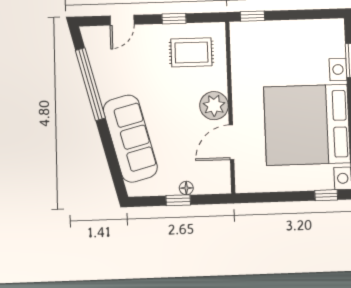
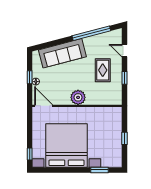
window: (252, 16) -> (125, 138), moved
rug: (191, 52) -> (103, 70), moved
door: (232, 142) -> (44, 106), moved

